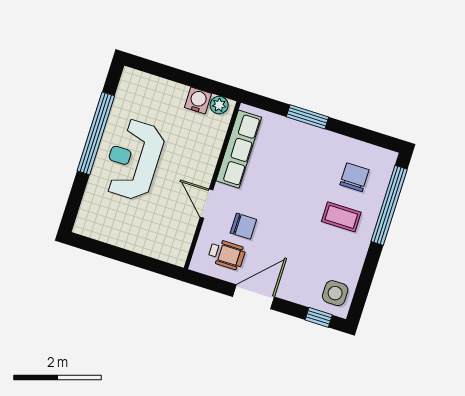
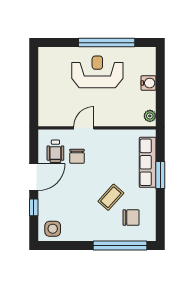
water cooler: (198, 100) -> (148, 83), moved
row of seats: (239, 149) -> (148, 162), moved, turned 90
coffee table: (341, 217) -> (111, 197), moved, turned 42
door: (253, 297) -> (34, 177), hinge flipped
window: (319, 317) -> (34, 207), moved

